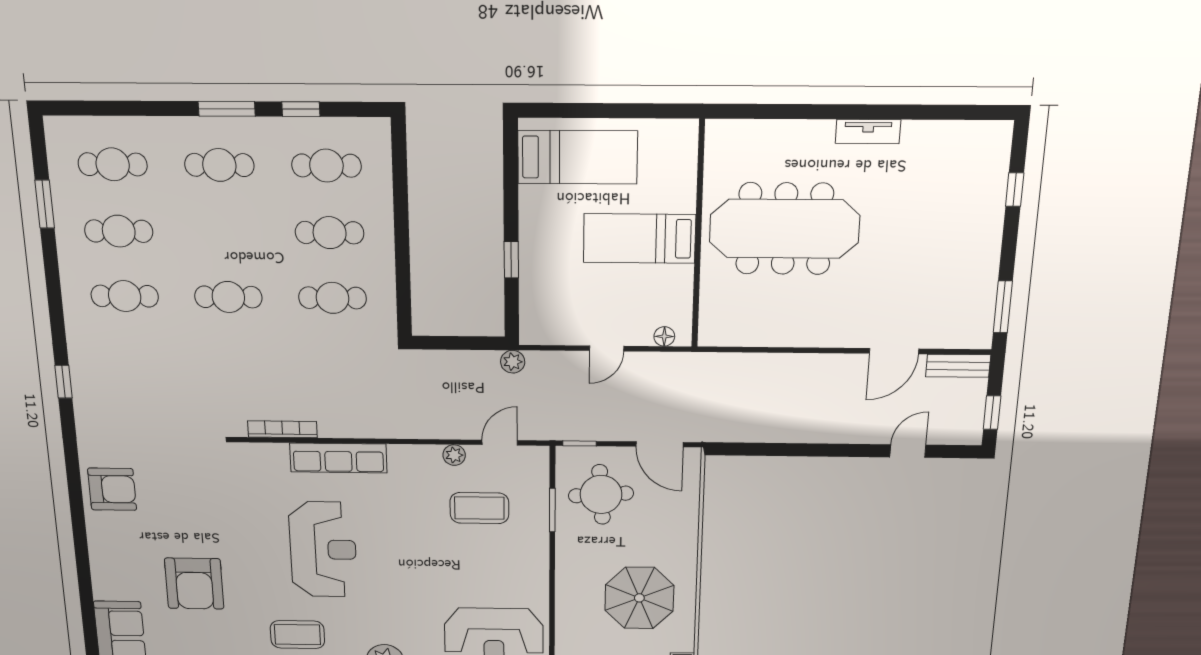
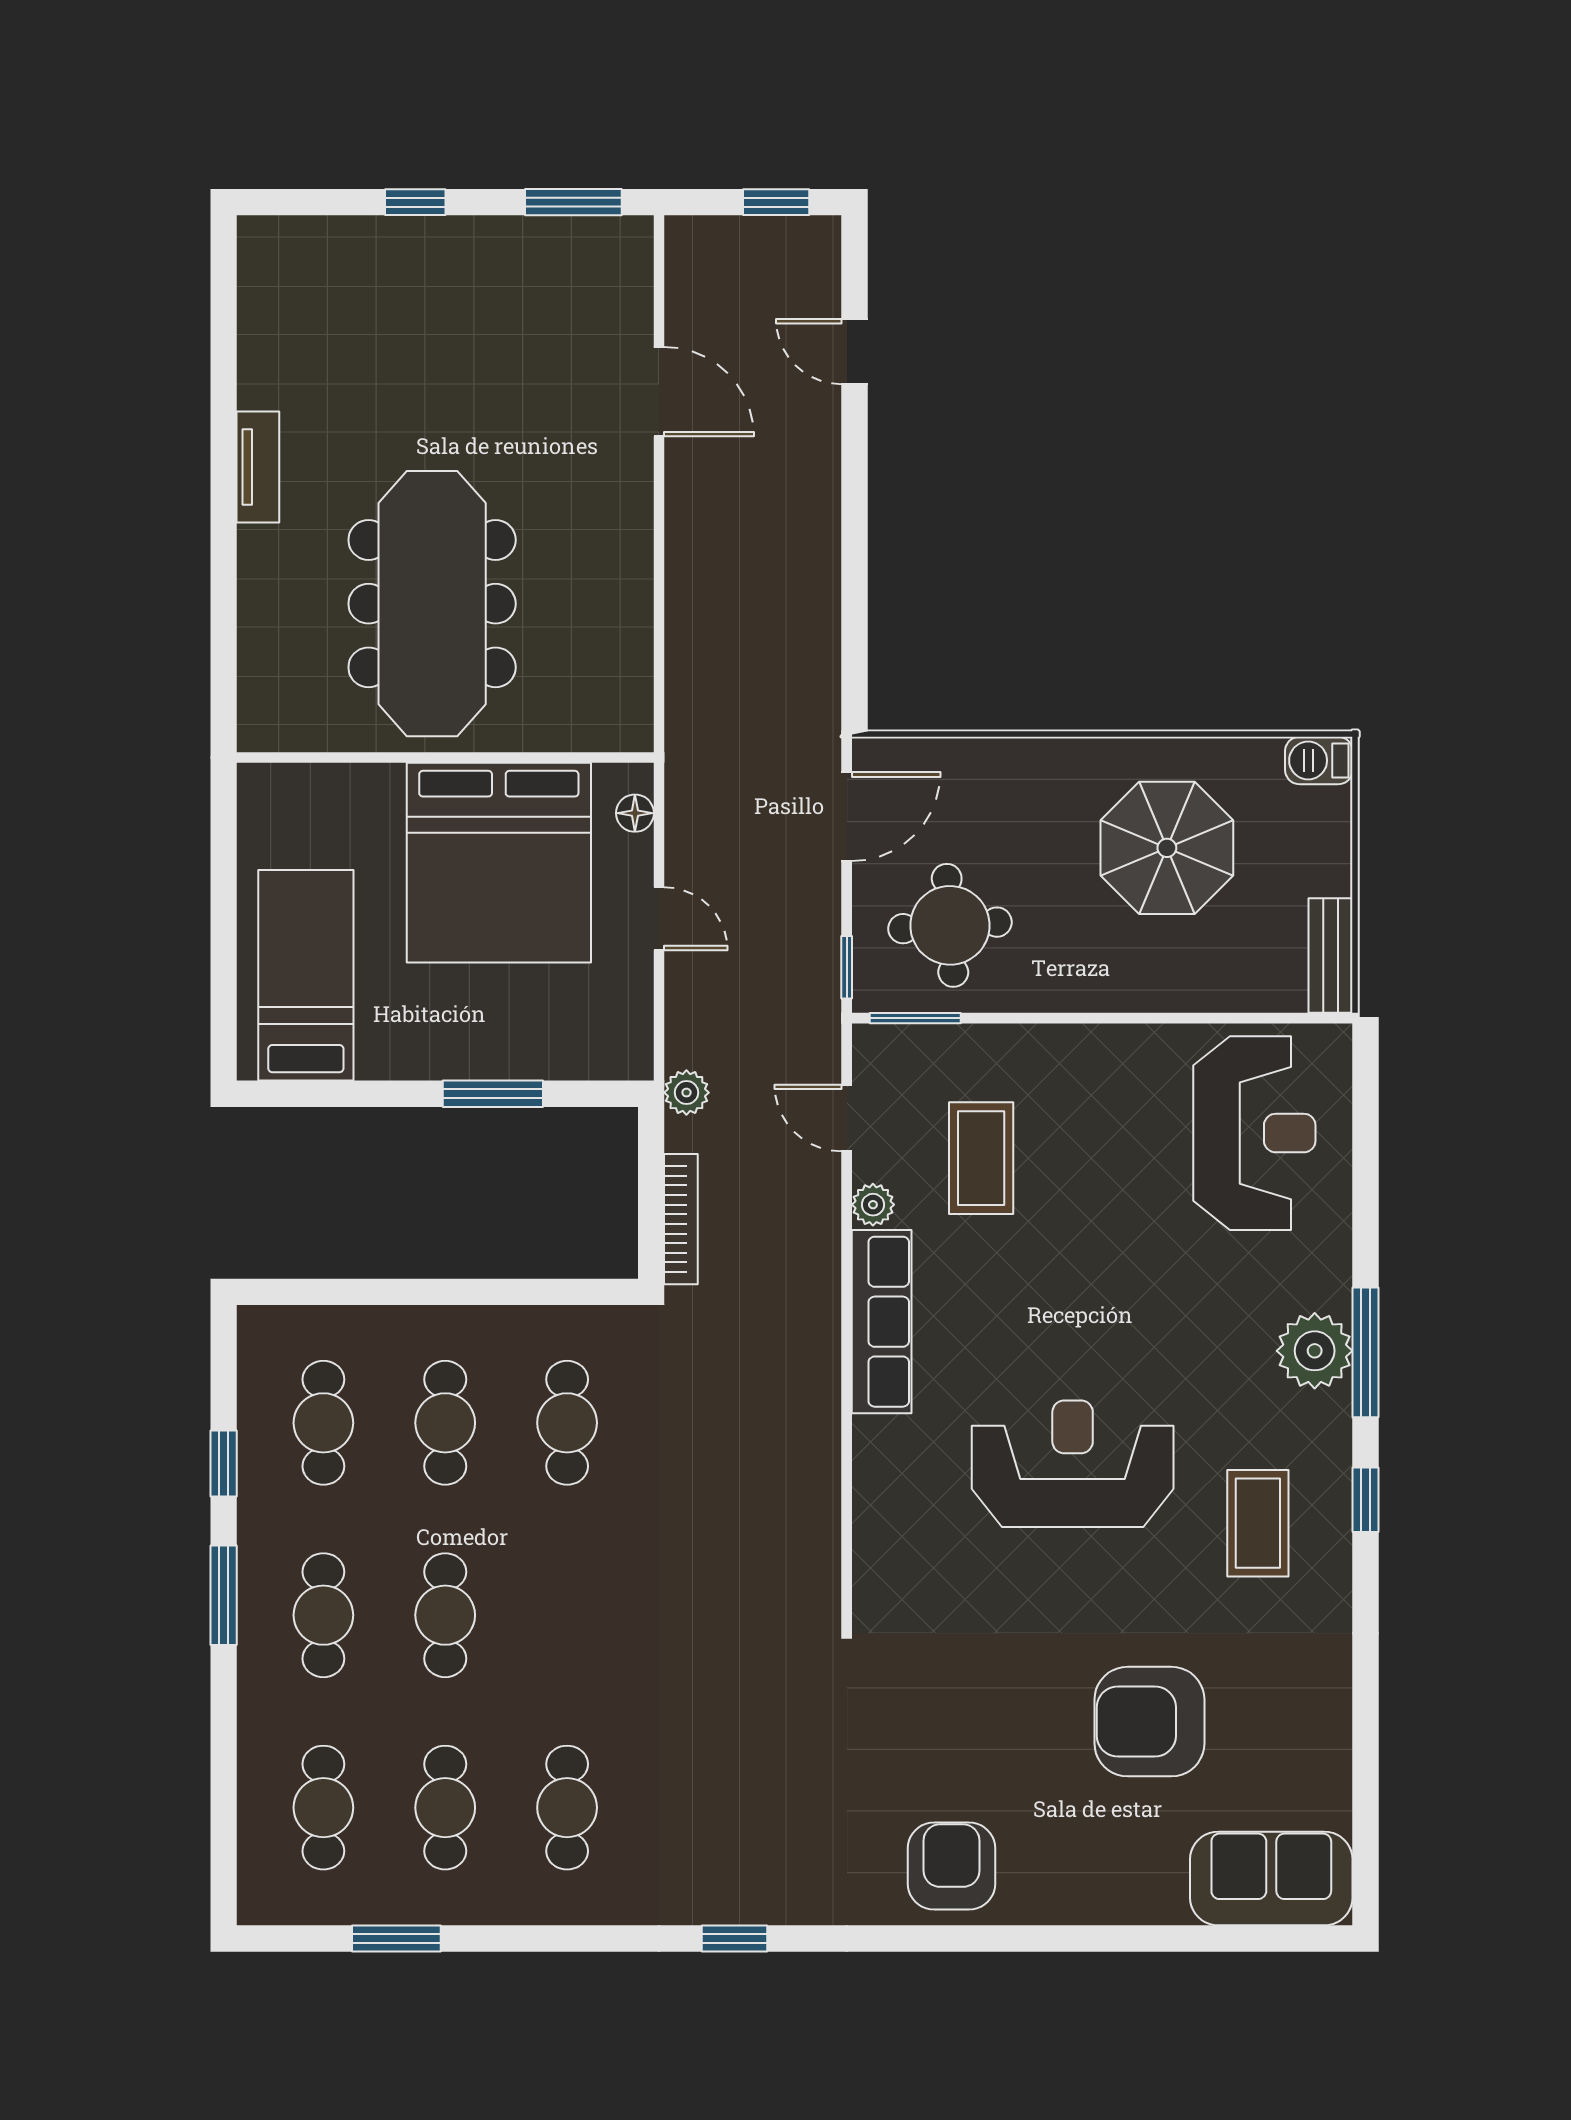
window: (1015, 190) -> (415, 202), moved
bed: (639, 239) -> (499, 863), width x2.04
window: (511, 260) -> (493, 1094), width x1.50
cafe table: (228, 297) -> (445, 1615), moved
bench: (958, 366) -> (686, 273), removed
bookcase: (282, 429) -> (681, 1219), moved, turned 180
row of seats: (338, 458) -> (882, 1322), moved
window: (552, 510) -> (915, 1018), moved
armchair: (194, 584) -> (1149, 1722), turned 180

